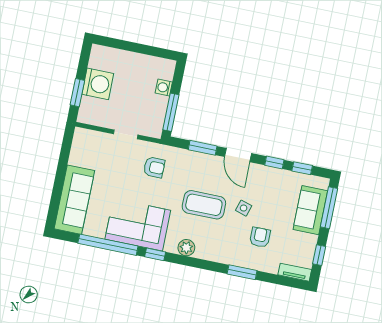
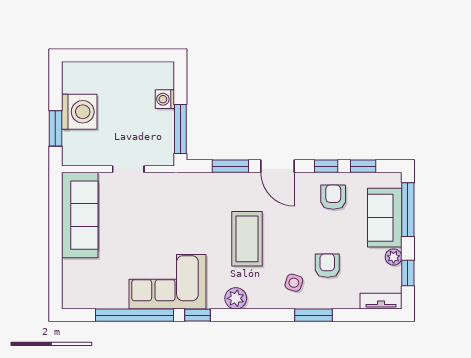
armchair: (154, 167) -> (333, 197), moved, turned -90
sofa: (74, 200) -> (80, 215), moved
coffee table: (204, 205) -> (247, 239), turned 90
side table: (244, 208) -> (294, 283), moved
plant: (311, 241) -> (394, 257), added

